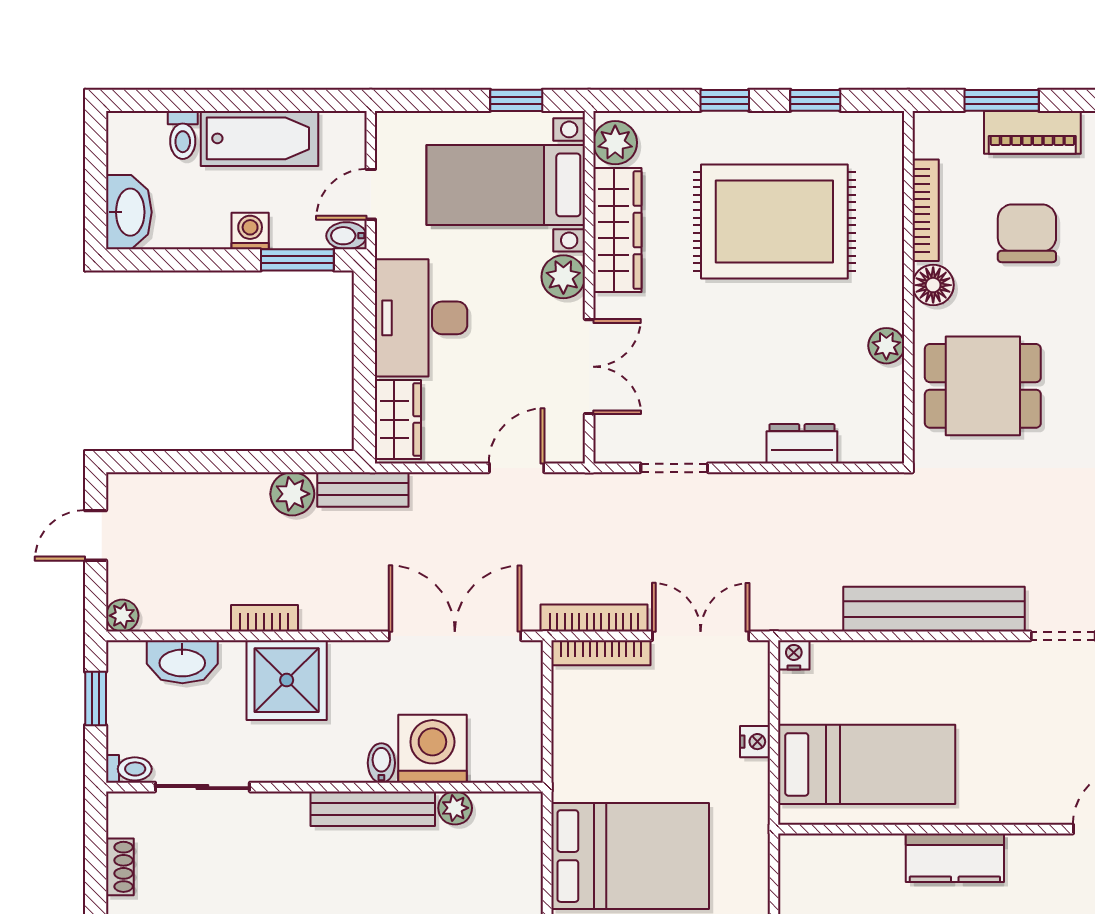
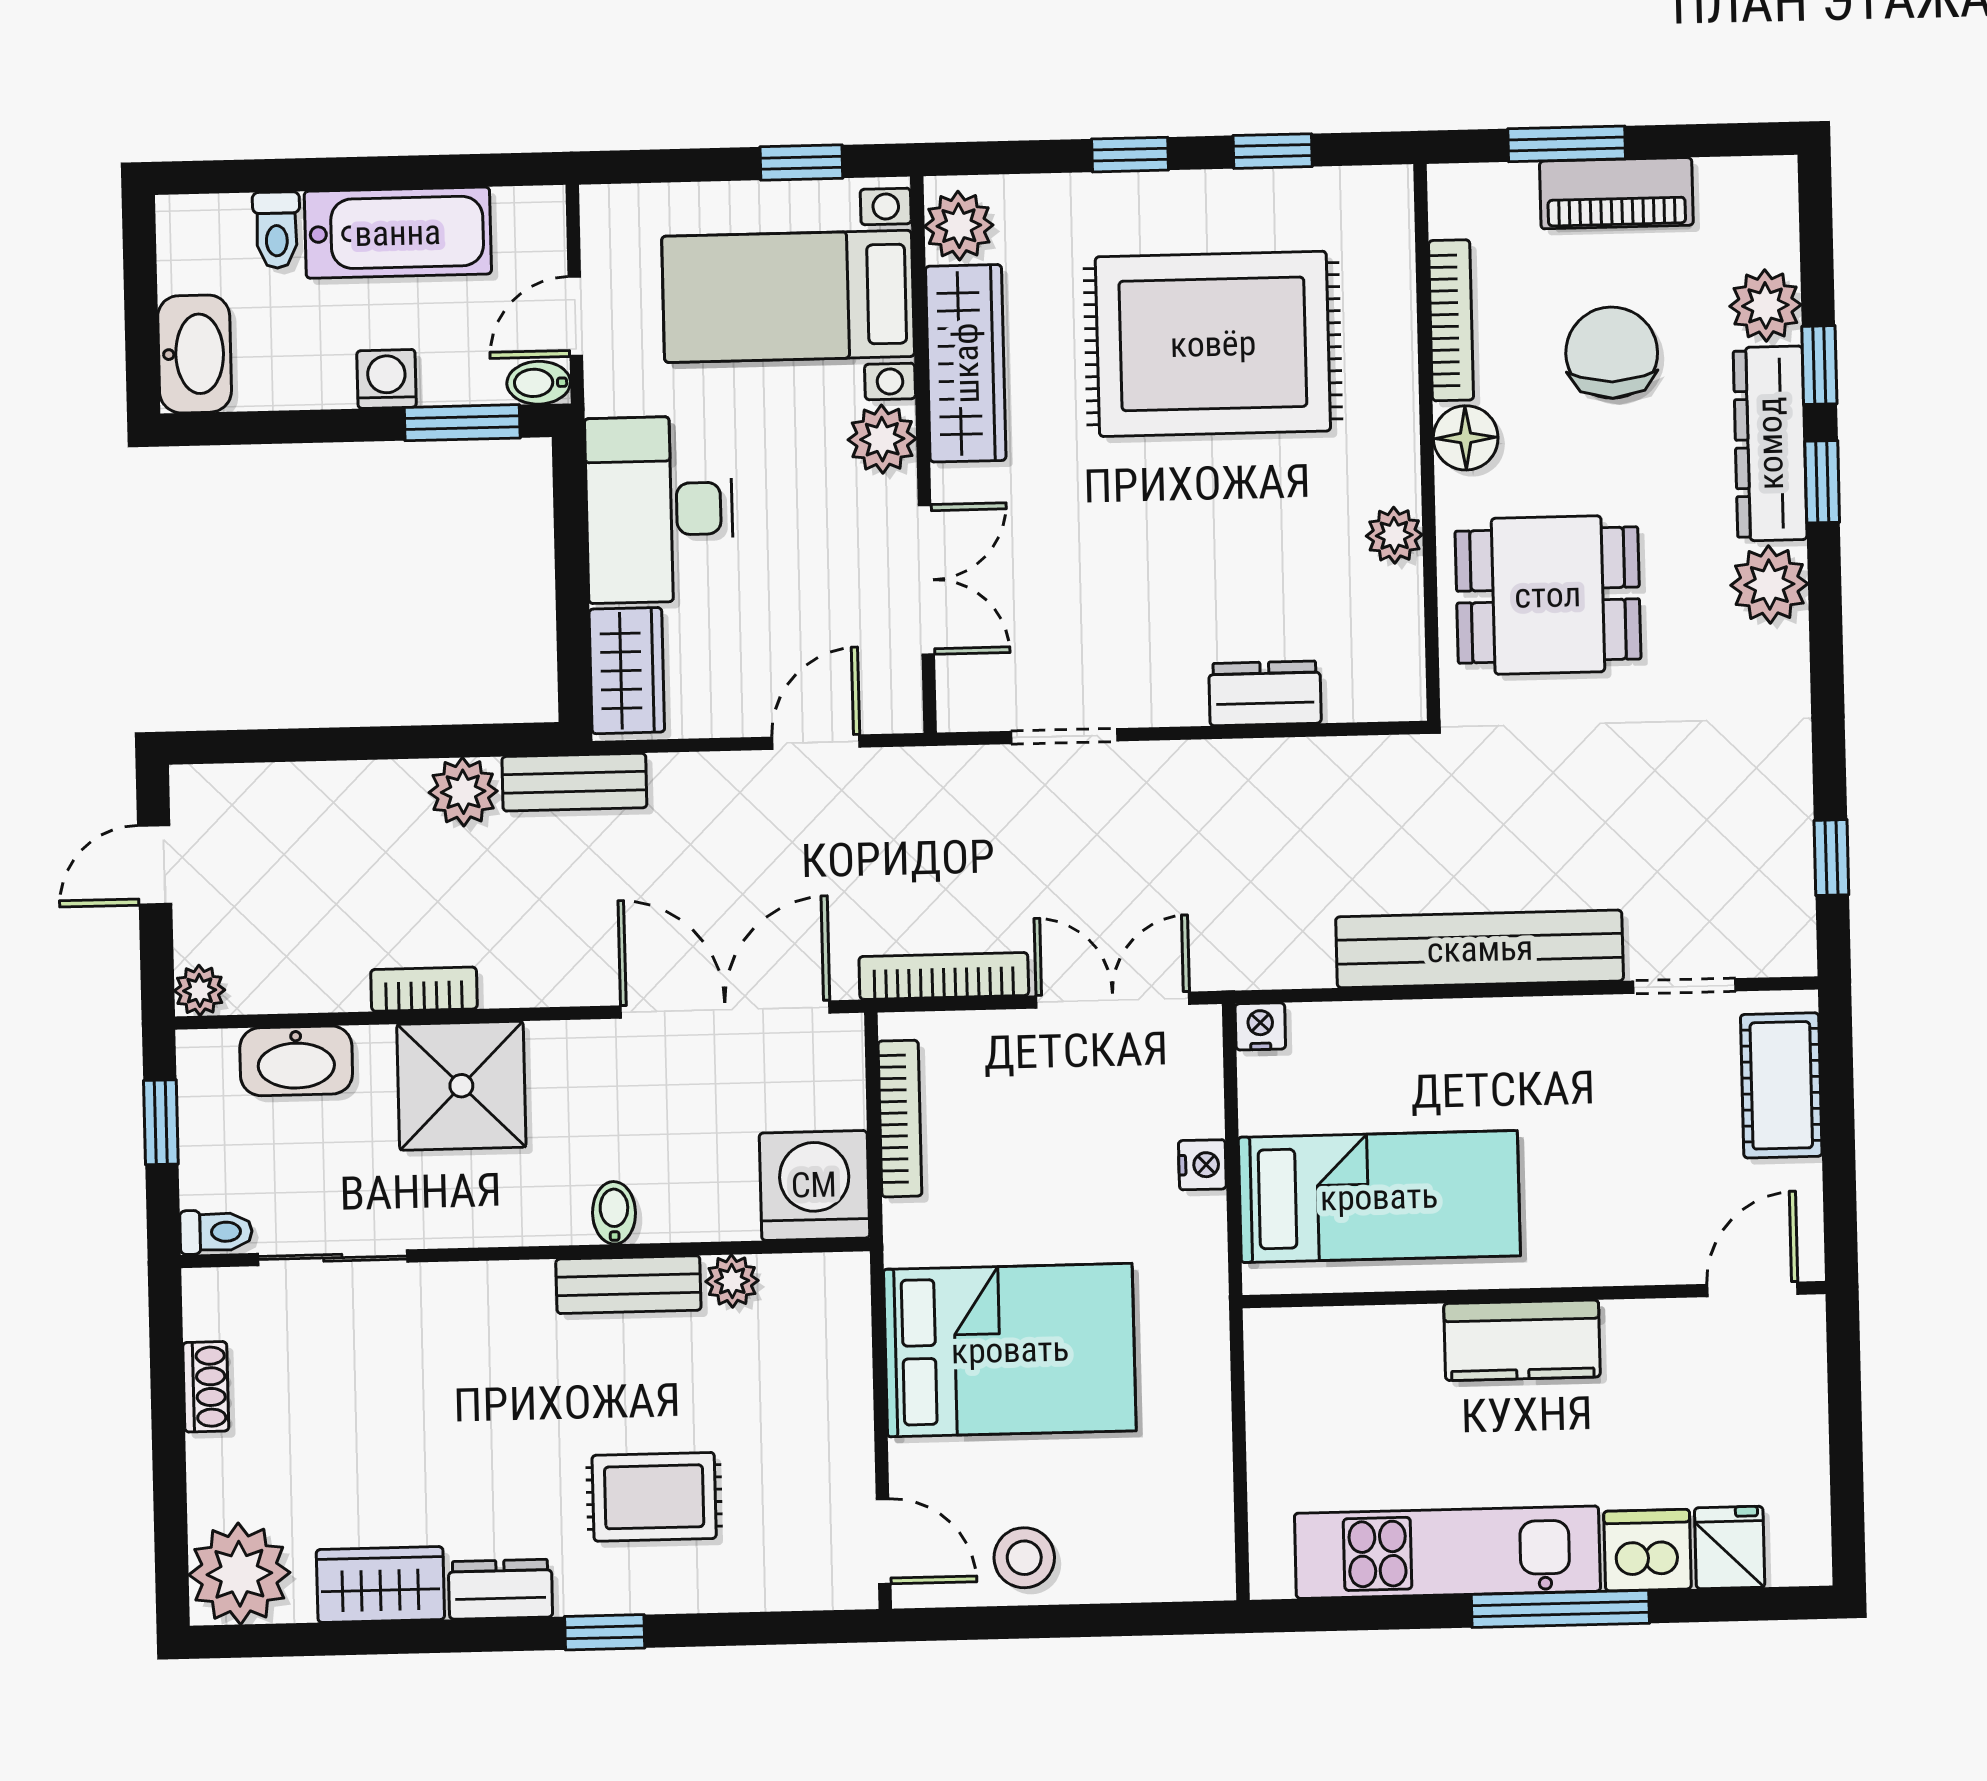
bookcase: (601, 653) -> (900, 1119), moved, turned -90
washing machine: (432, 749) -> (814, 1185), moved
bench: (373, 809) -> (628, 1285), width x0.73

